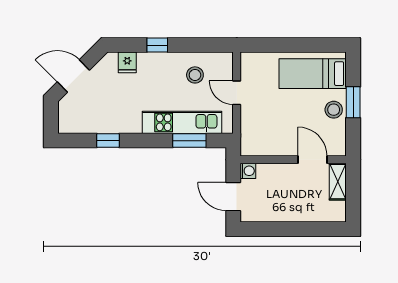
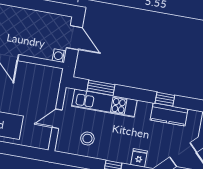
door: (237, 93) -> (57, 119), swing flipped
kitchen counter: (100, 123) -> (169, 114), added

